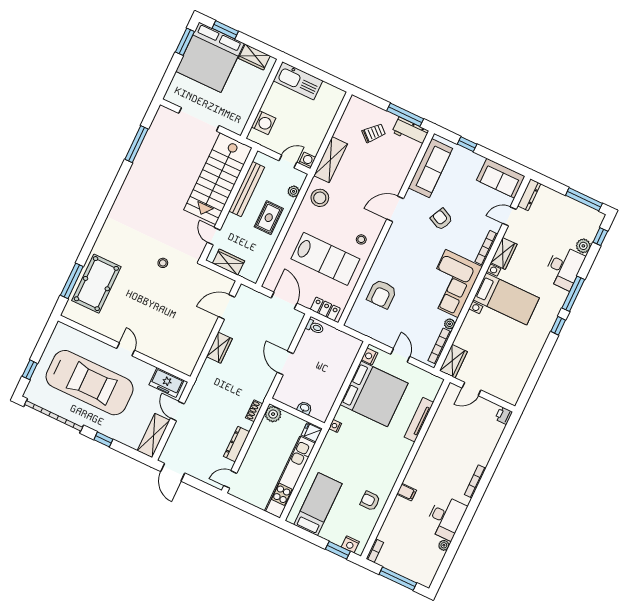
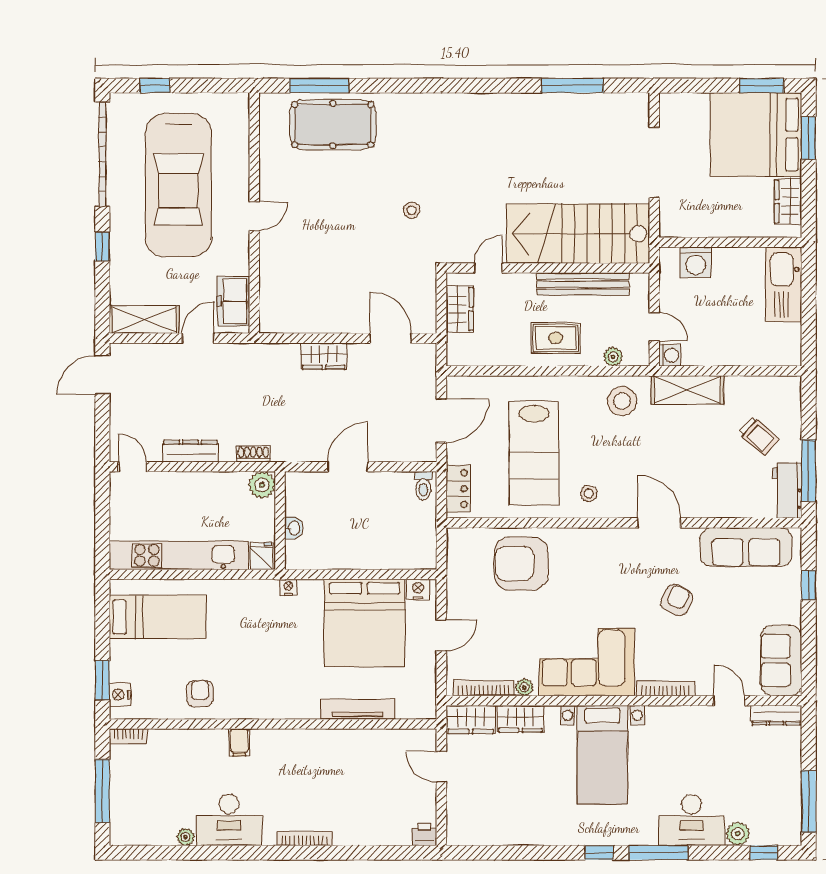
wardrobe: (504, 253) -> (520, 719), moved
armchair: (382, 294) -> (521, 563), width x1.36, depth x1.36

